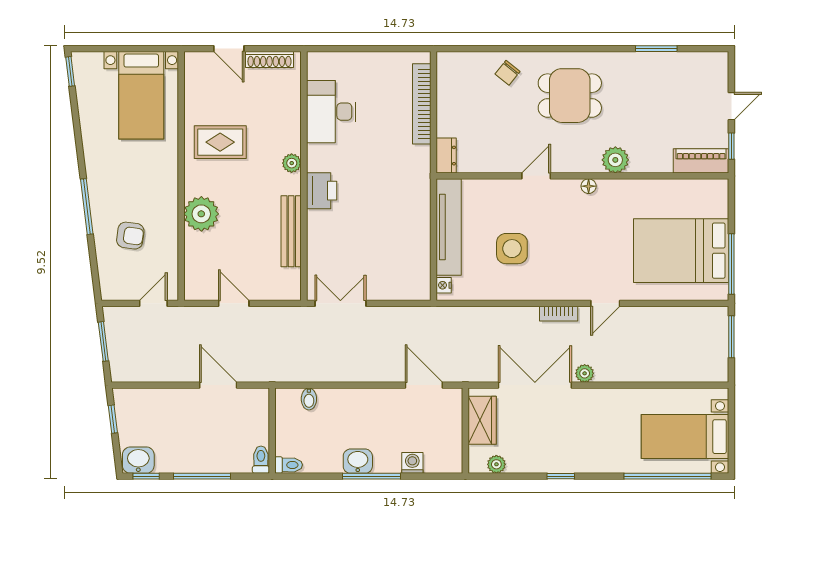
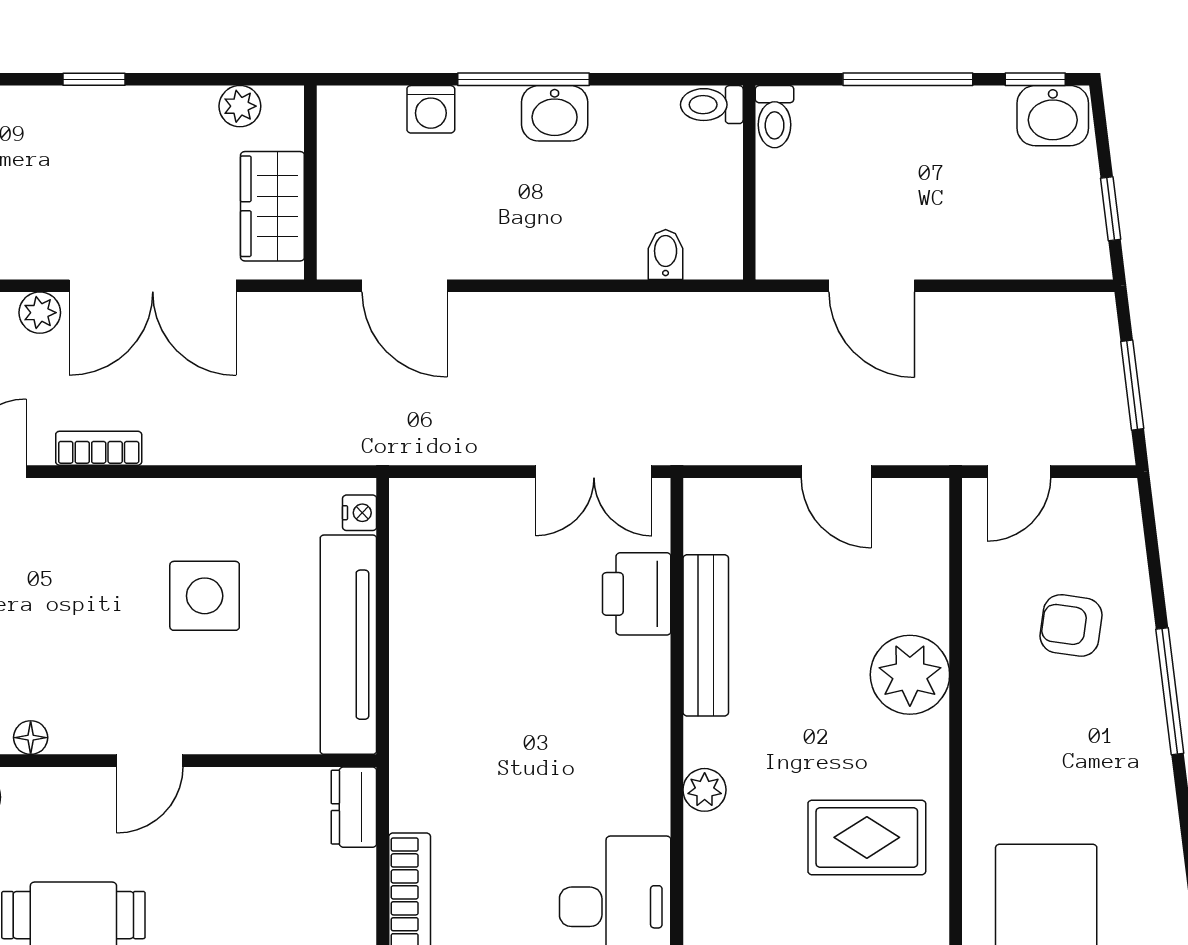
printer: (322, 191) -> (637, 594), moved

